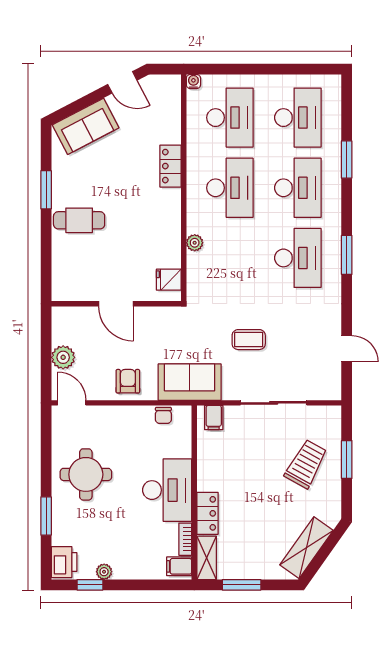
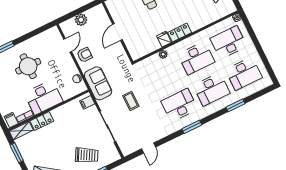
desk: (230, 118) -> (229, 42), turned 180
locker: (171, 166) -> (180, 33), moved
desk: (298, 258) -> (179, 105), turned 180
fridge: (169, 280) -> (164, 39), moved
door: (72, 403) -> (68, 45), moved
round table: (86, 474) -> (28, 66), moved

